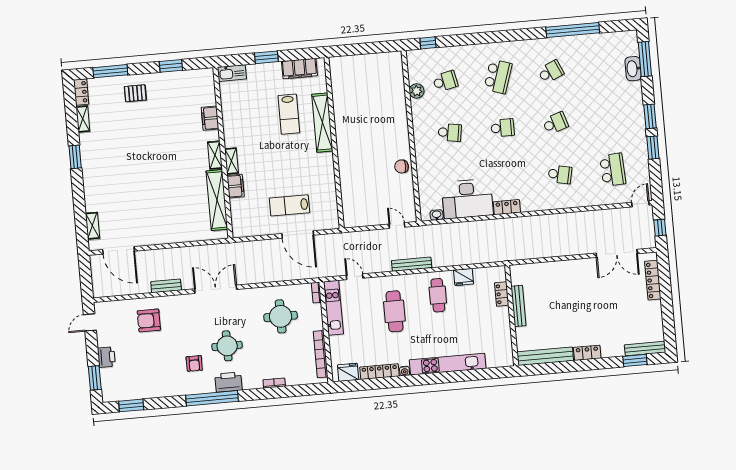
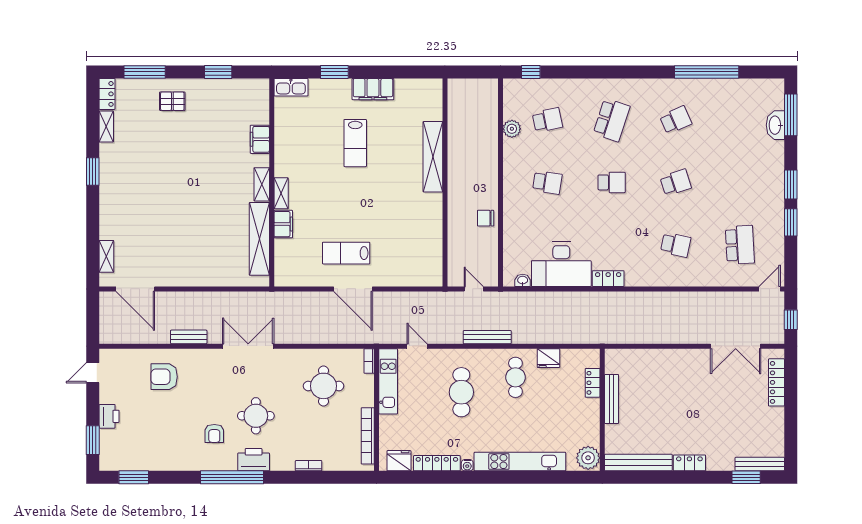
shelving: (322, 123) -> (433, 157), moved
wall: (334, 143) -> (445, 182), moved
plant: (503, 356) -> (588, 458), added

